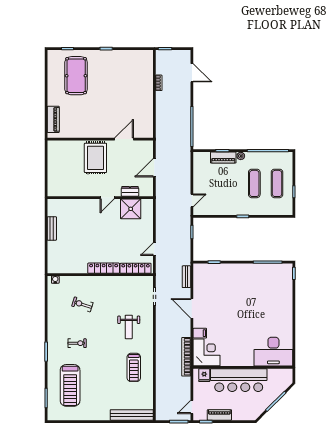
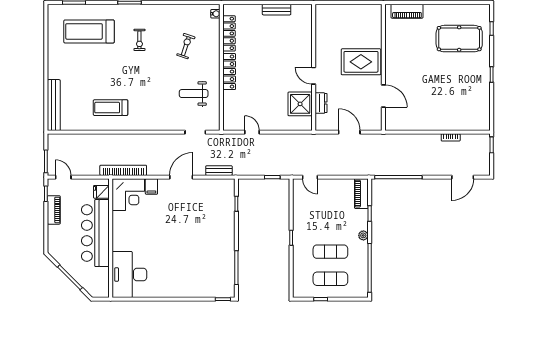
piano: (223, 158) -> (361, 194), moved
locker: (136, 268) -> (229, 33), moved
weight bench: (129, 327) -> (194, 94), moved

